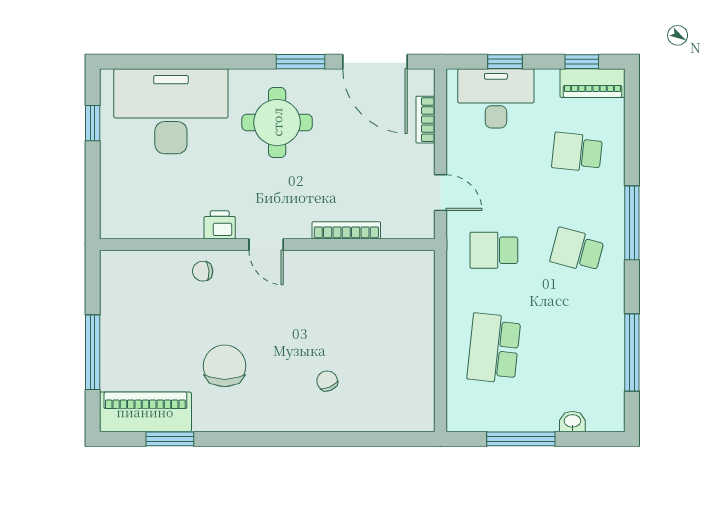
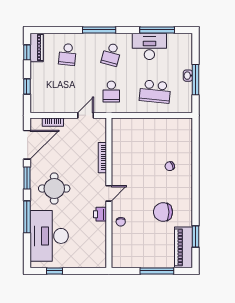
window: (213, 62) -> (27, 217), added
desk: (496, 98) -> (149, 46), moved, turned 90
washbasin: (572, 422) -> (188, 76), moved

